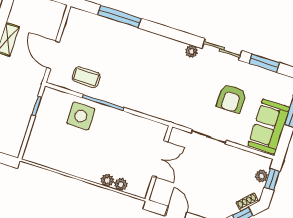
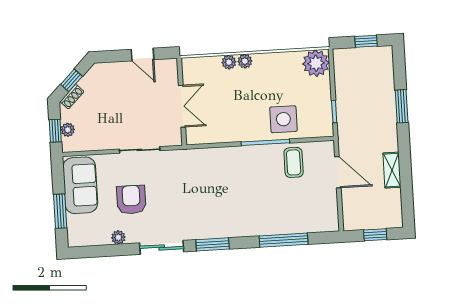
plant: (192, 51) -> (118, 237), moved
window: (264, 63) -> (213, 244), moved
coffee table: (86, 77) -> (294, 162), turned 90
plant: (36, 152) -> (316, 63), added
double door: (160, 159) -> (182, 106), swing flipped
plant: (121, 185) -> (245, 61), moved

